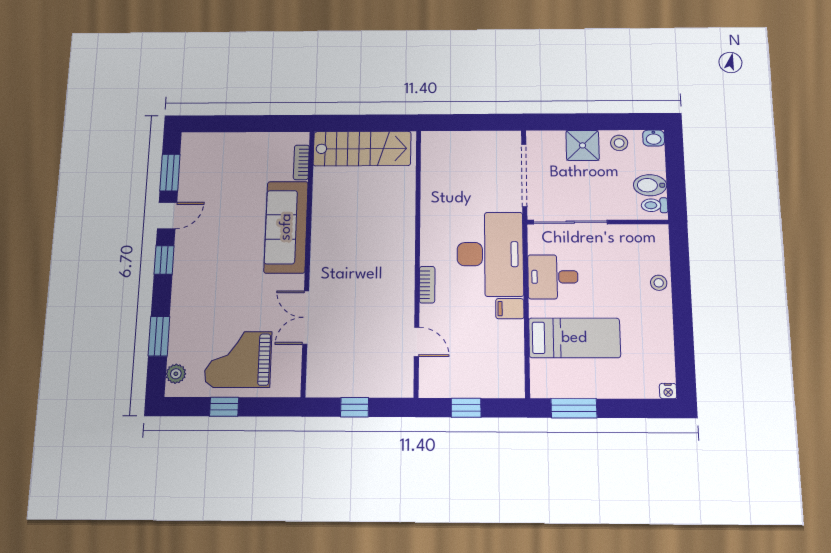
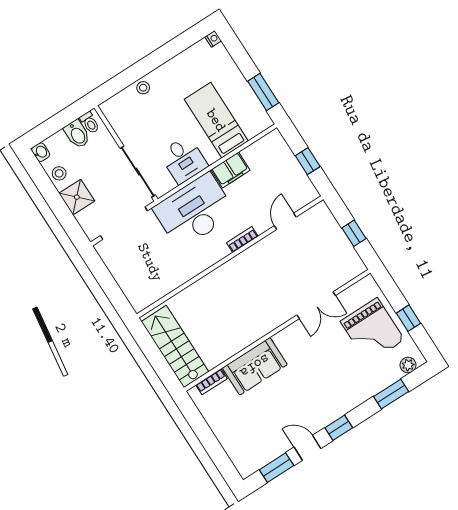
sofa: (286, 227) -> (255, 366), width x0.73
filing cabinet: (510, 309) -> (230, 170), width x2.00

